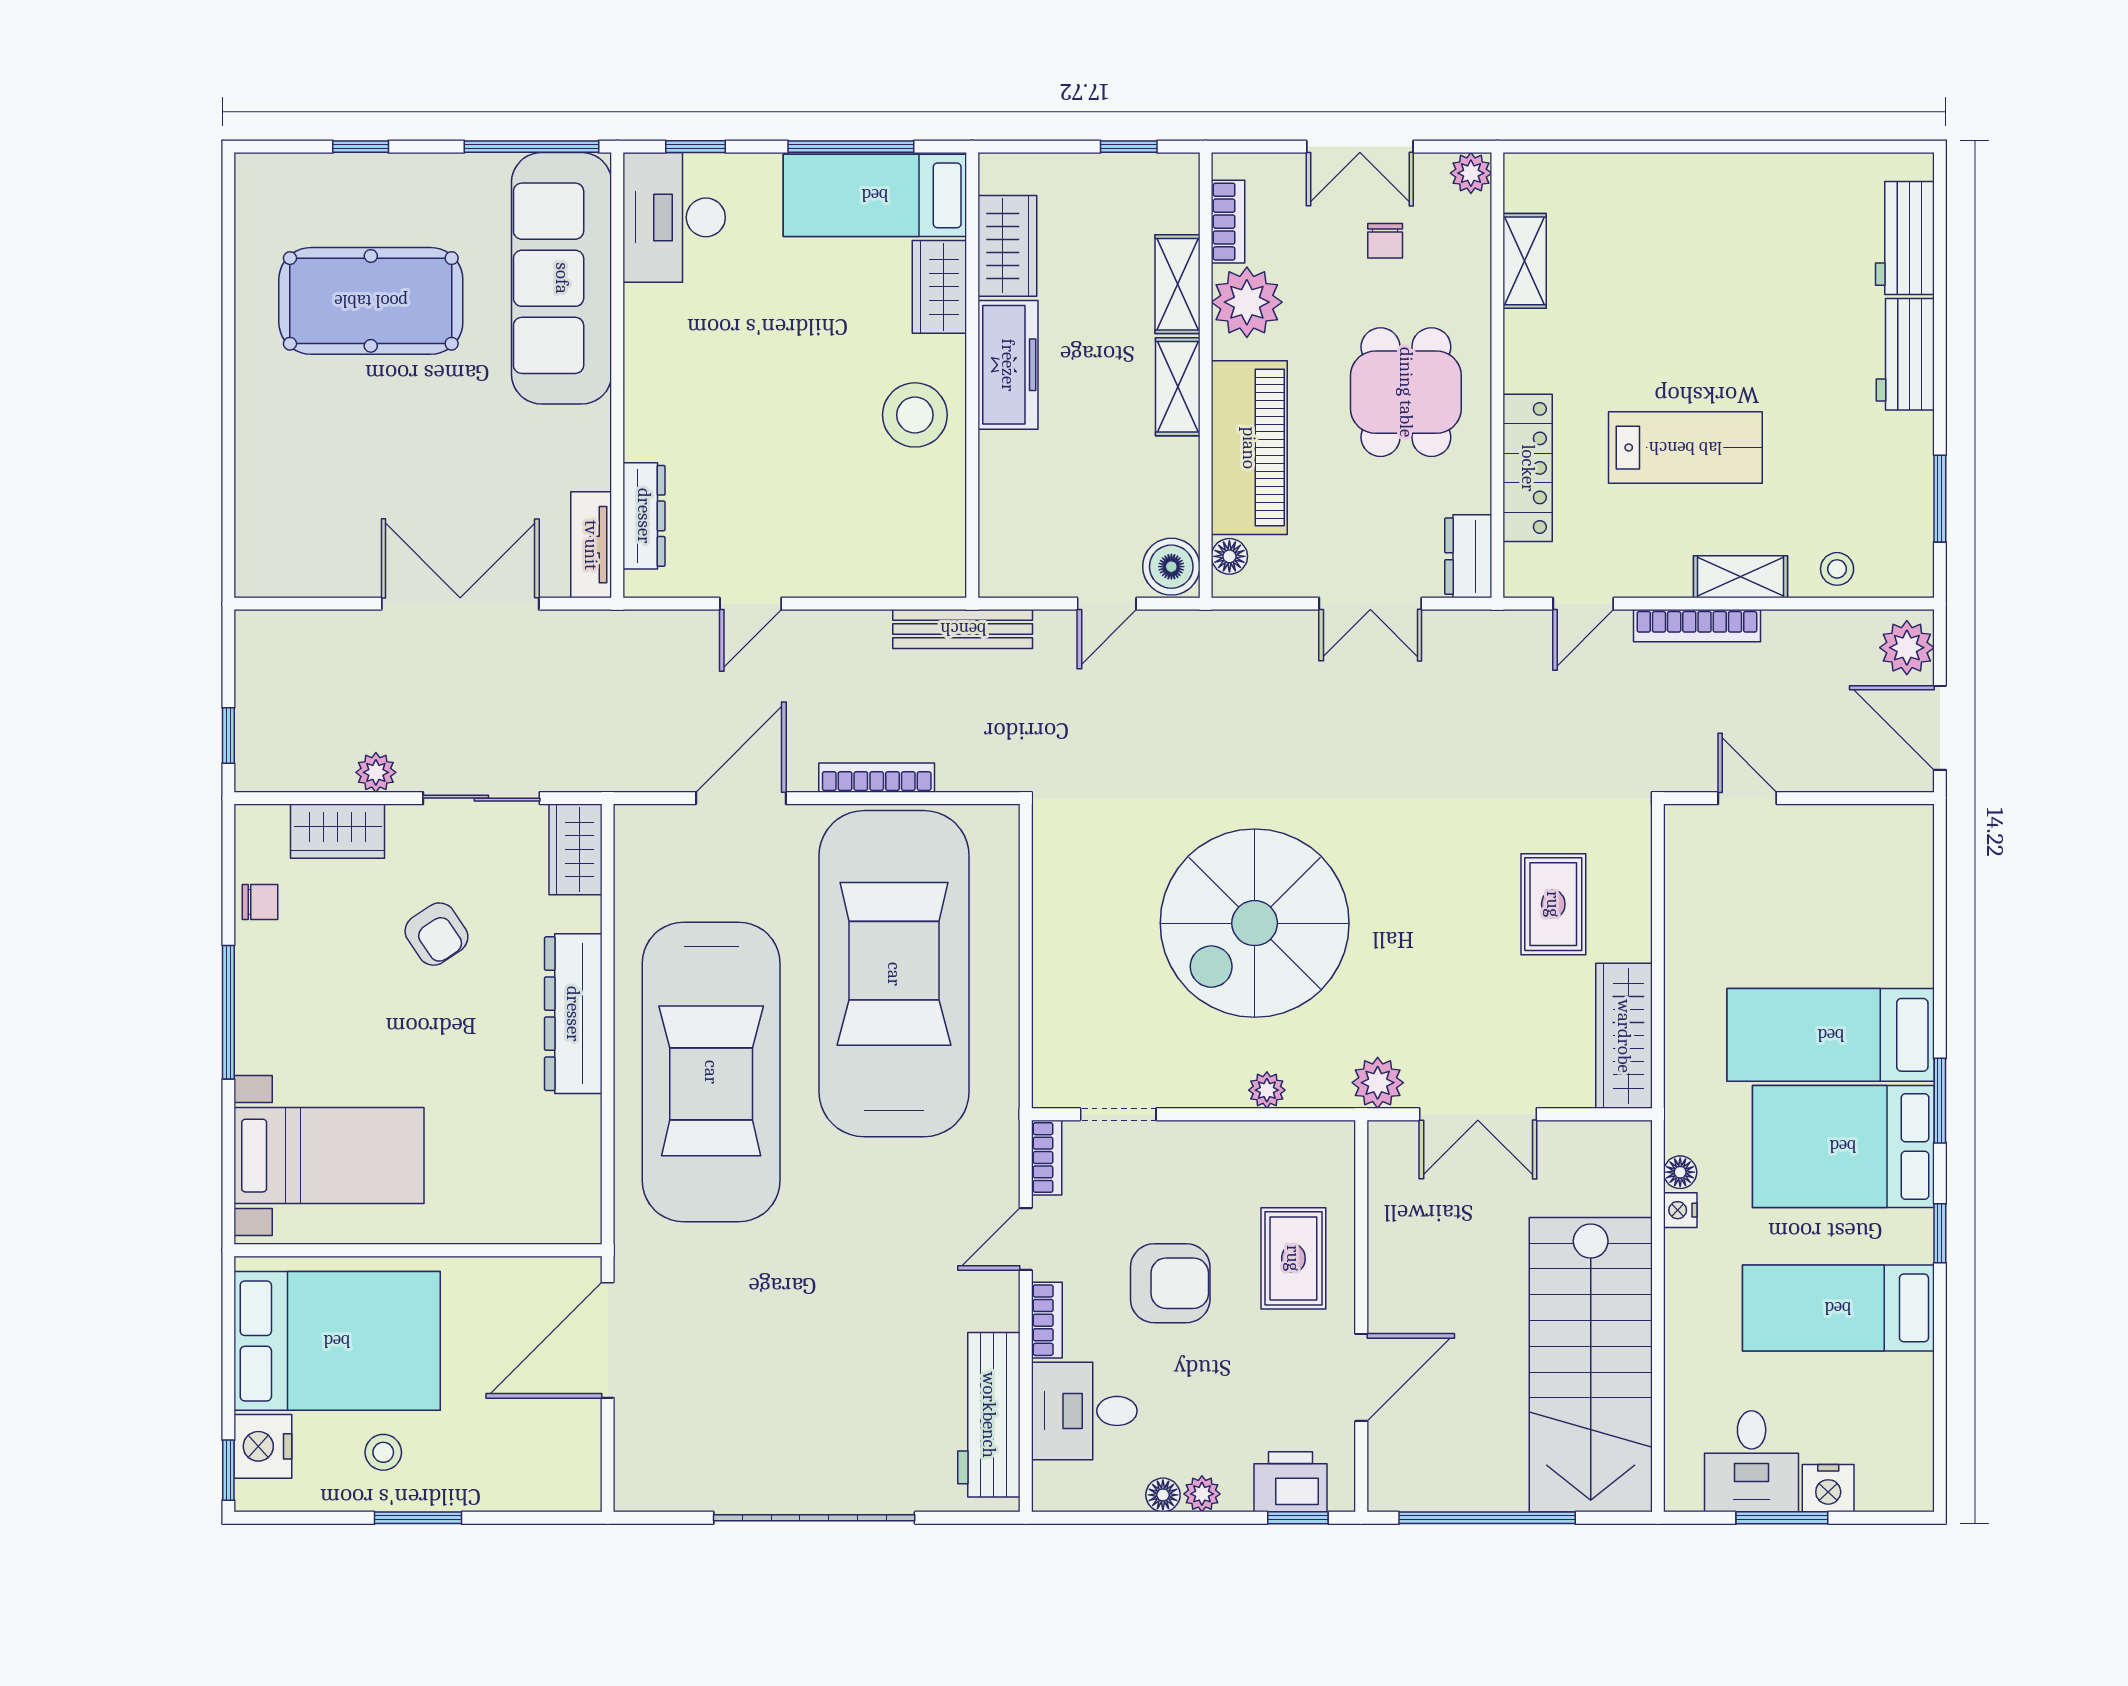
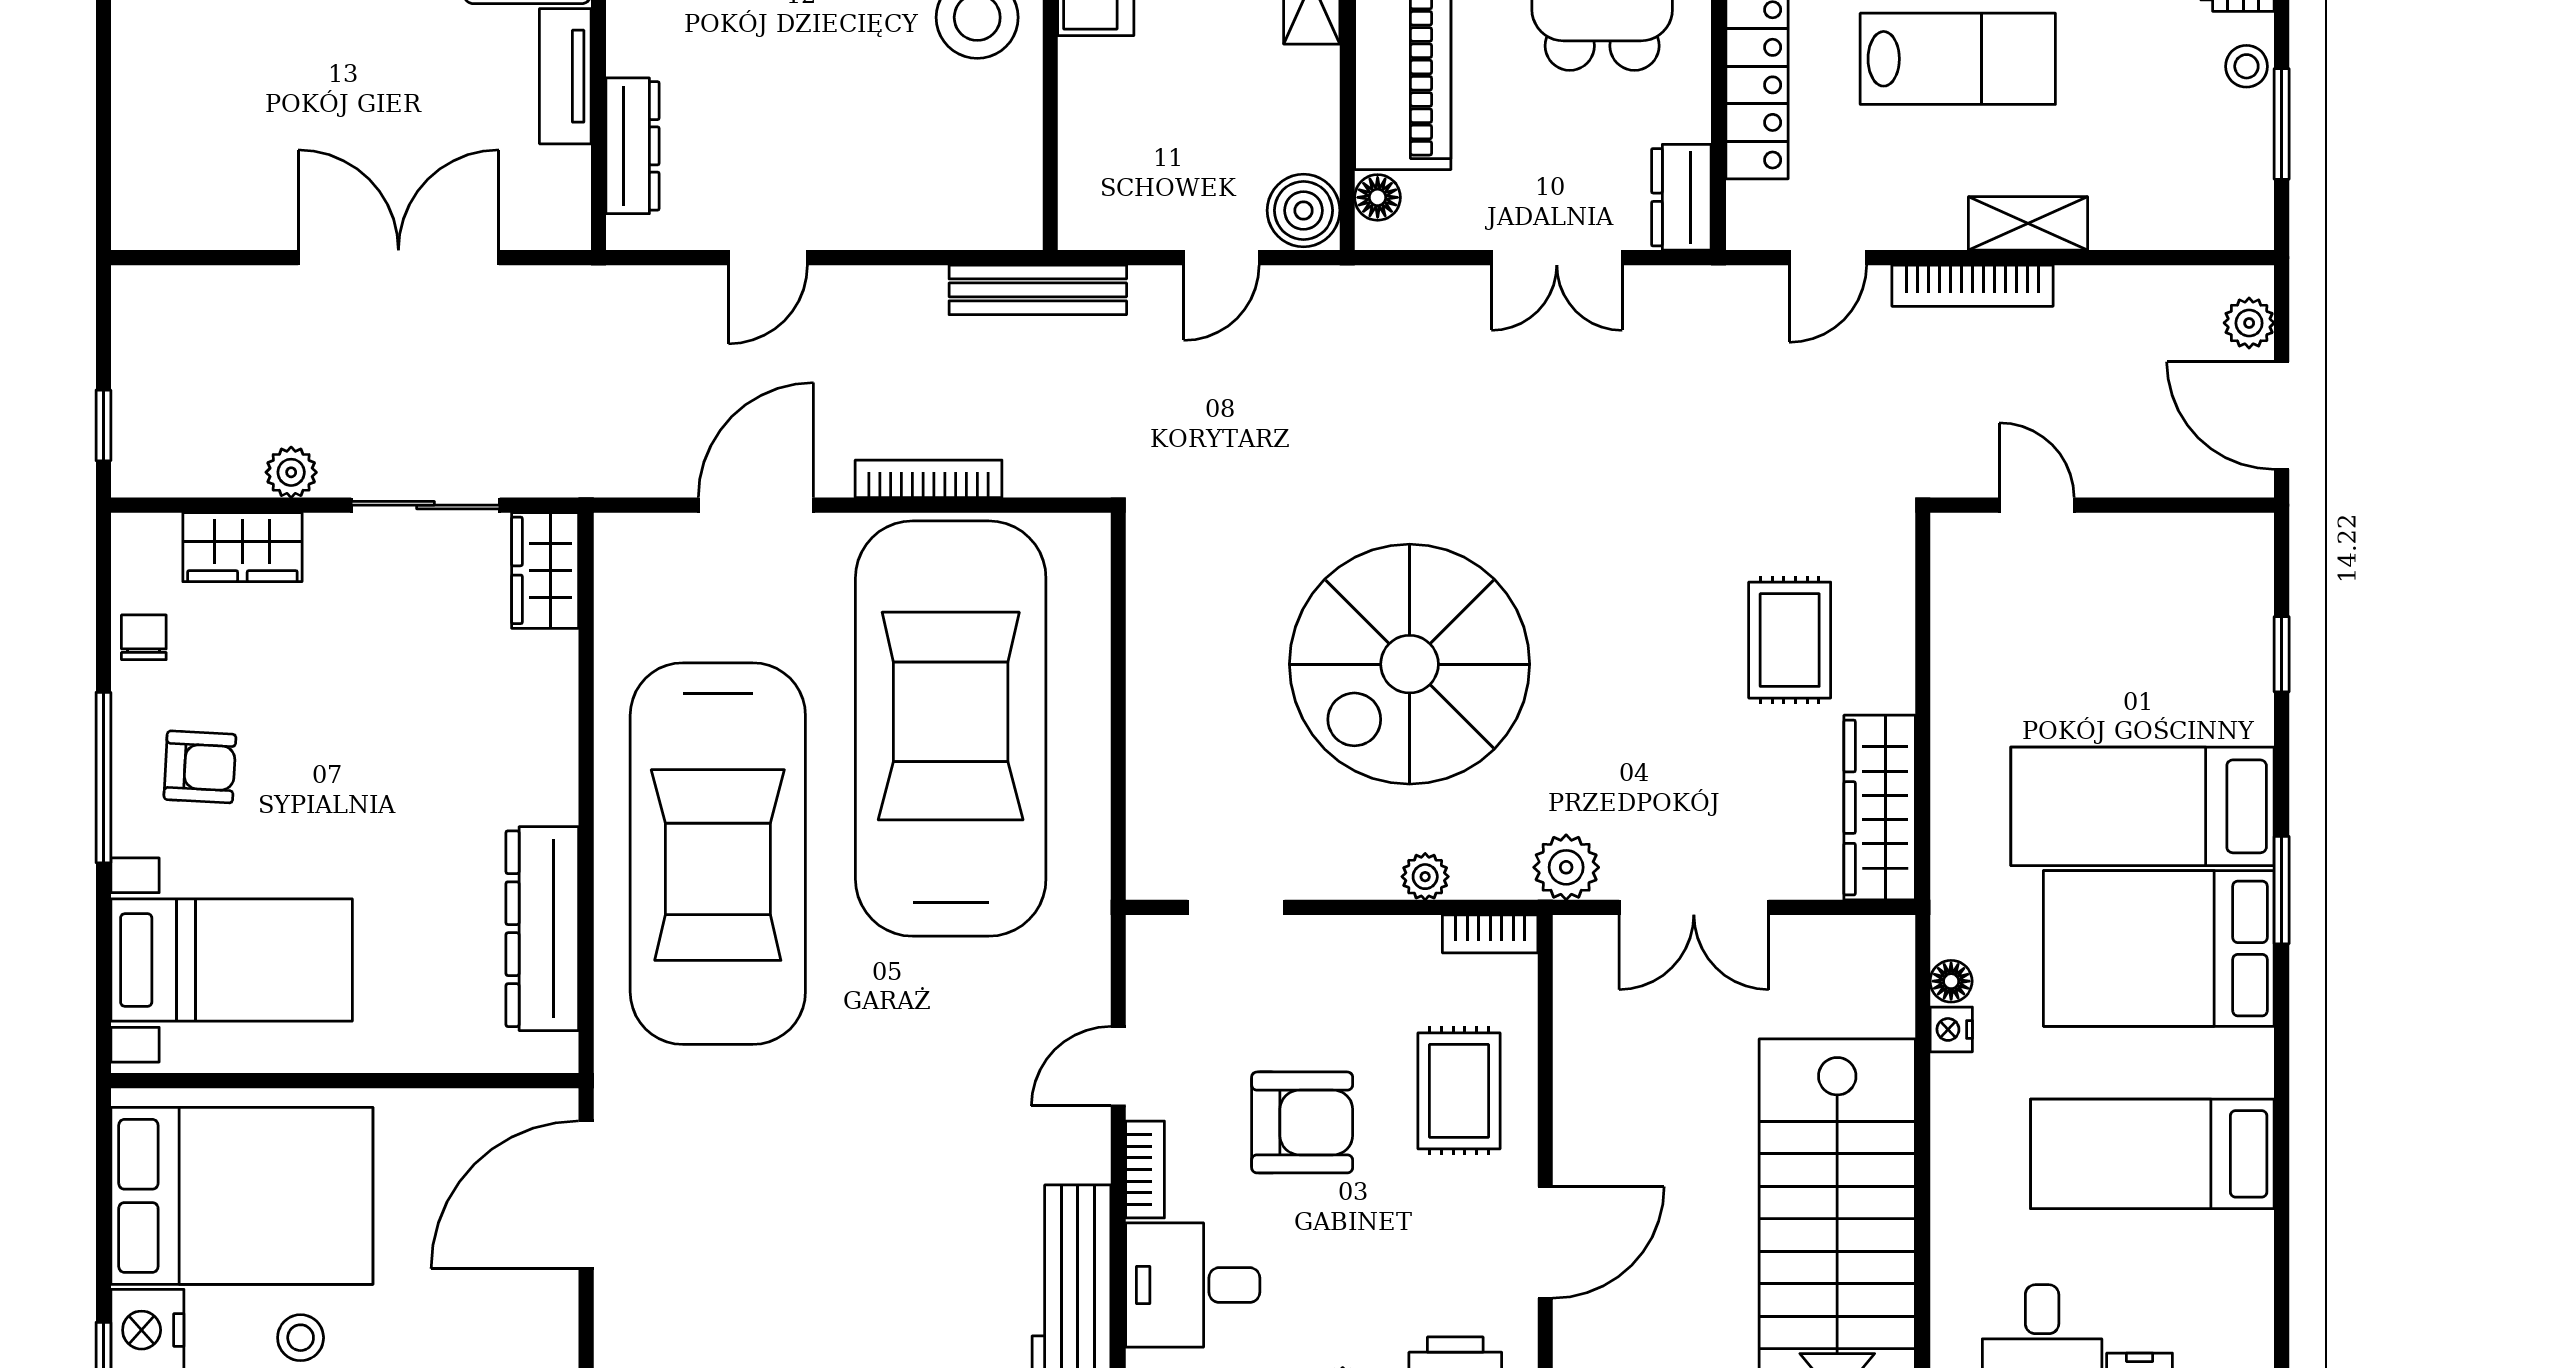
tv unit: (591, 545) -> (565, 76), moved
stool: (1837, 569) -> (2246, 66), moved
plant: (1907, 648) -> (2249, 323), width x0.73, depth x0.73
chair: (260, 902) -> (144, 637), turned -90
armchair: (436, 934) -> (200, 767), moved, turned -53
dresser: (573, 1014) -> (542, 929), moved
bookcase: (1047, 1158) -> (1490, 934), moved, turned 90
window: (1940, 1233) -> (2282, 654), moved

